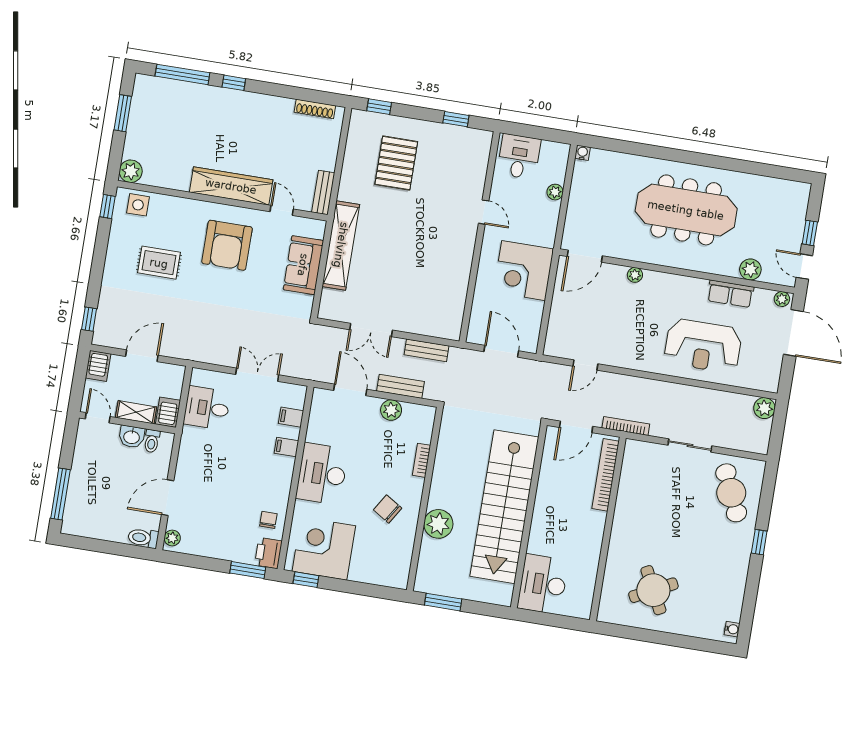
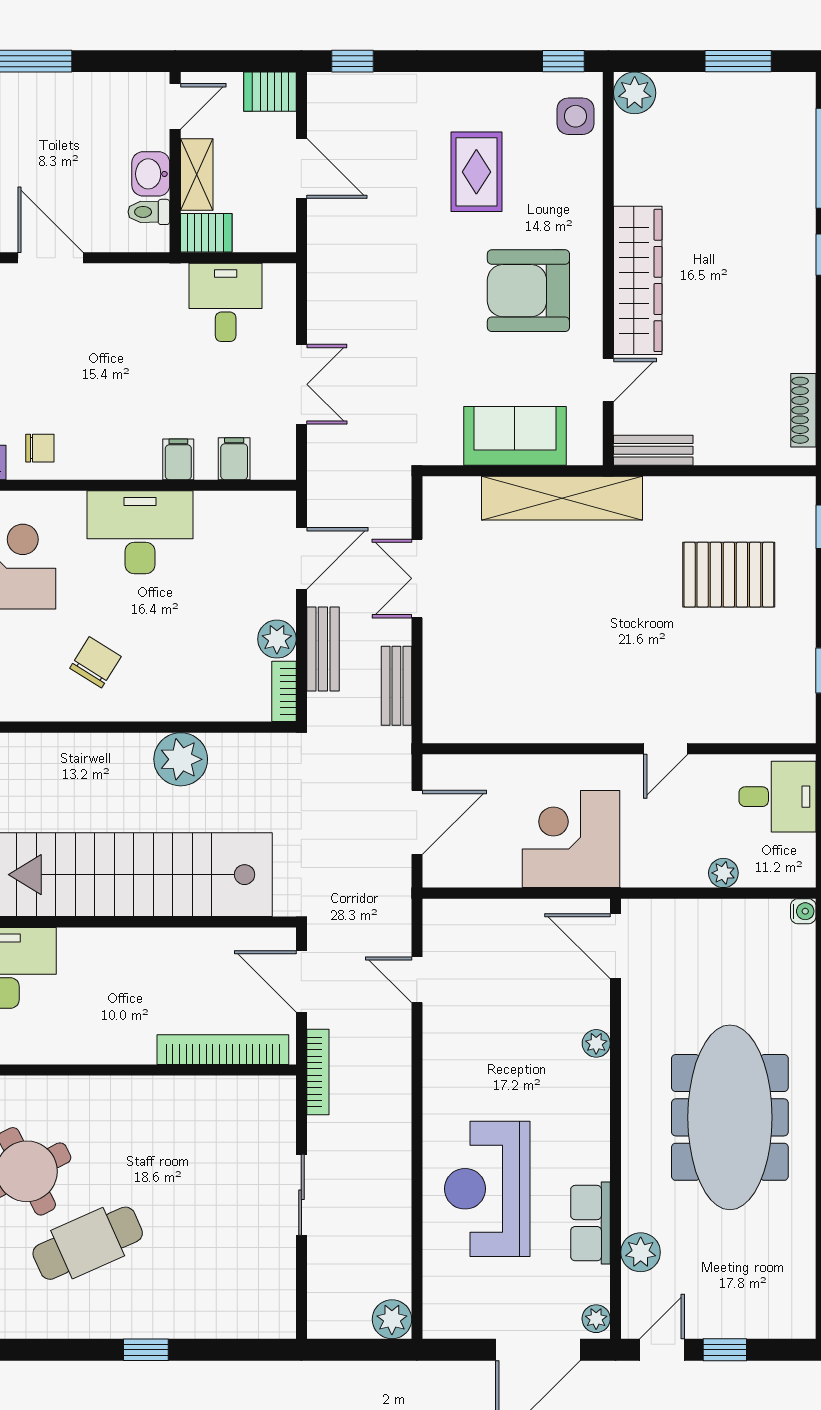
bookcase: (422, 460) -> (284, 691), moved, turned -90
cafe table: (731, 493) -> (88, 1243), moved
plant: (438, 524) -> (181, 759), moved

